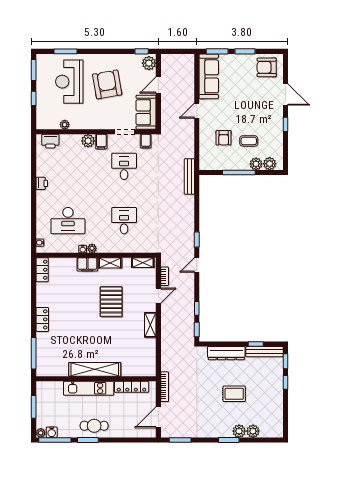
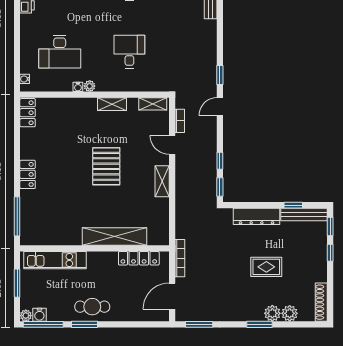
filing cabinet: (87, 264) -> (84, 106), removed
door: (158, 296) -> (172, 145), swing flipped
pallet: (111, 302) -> (106, 166), moved
shelving: (95, 369) -> (114, 237), moved
kitchen unit: (89, 388) -> (55, 260), moved
shoe rack: (278, 422) -> (321, 302), added

